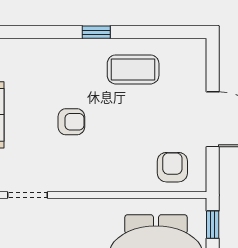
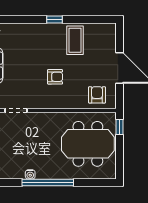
coffee table: (133, 69) -> (75, 40), turned 90
armchair: (71, 122) -> (55, 77), moved

